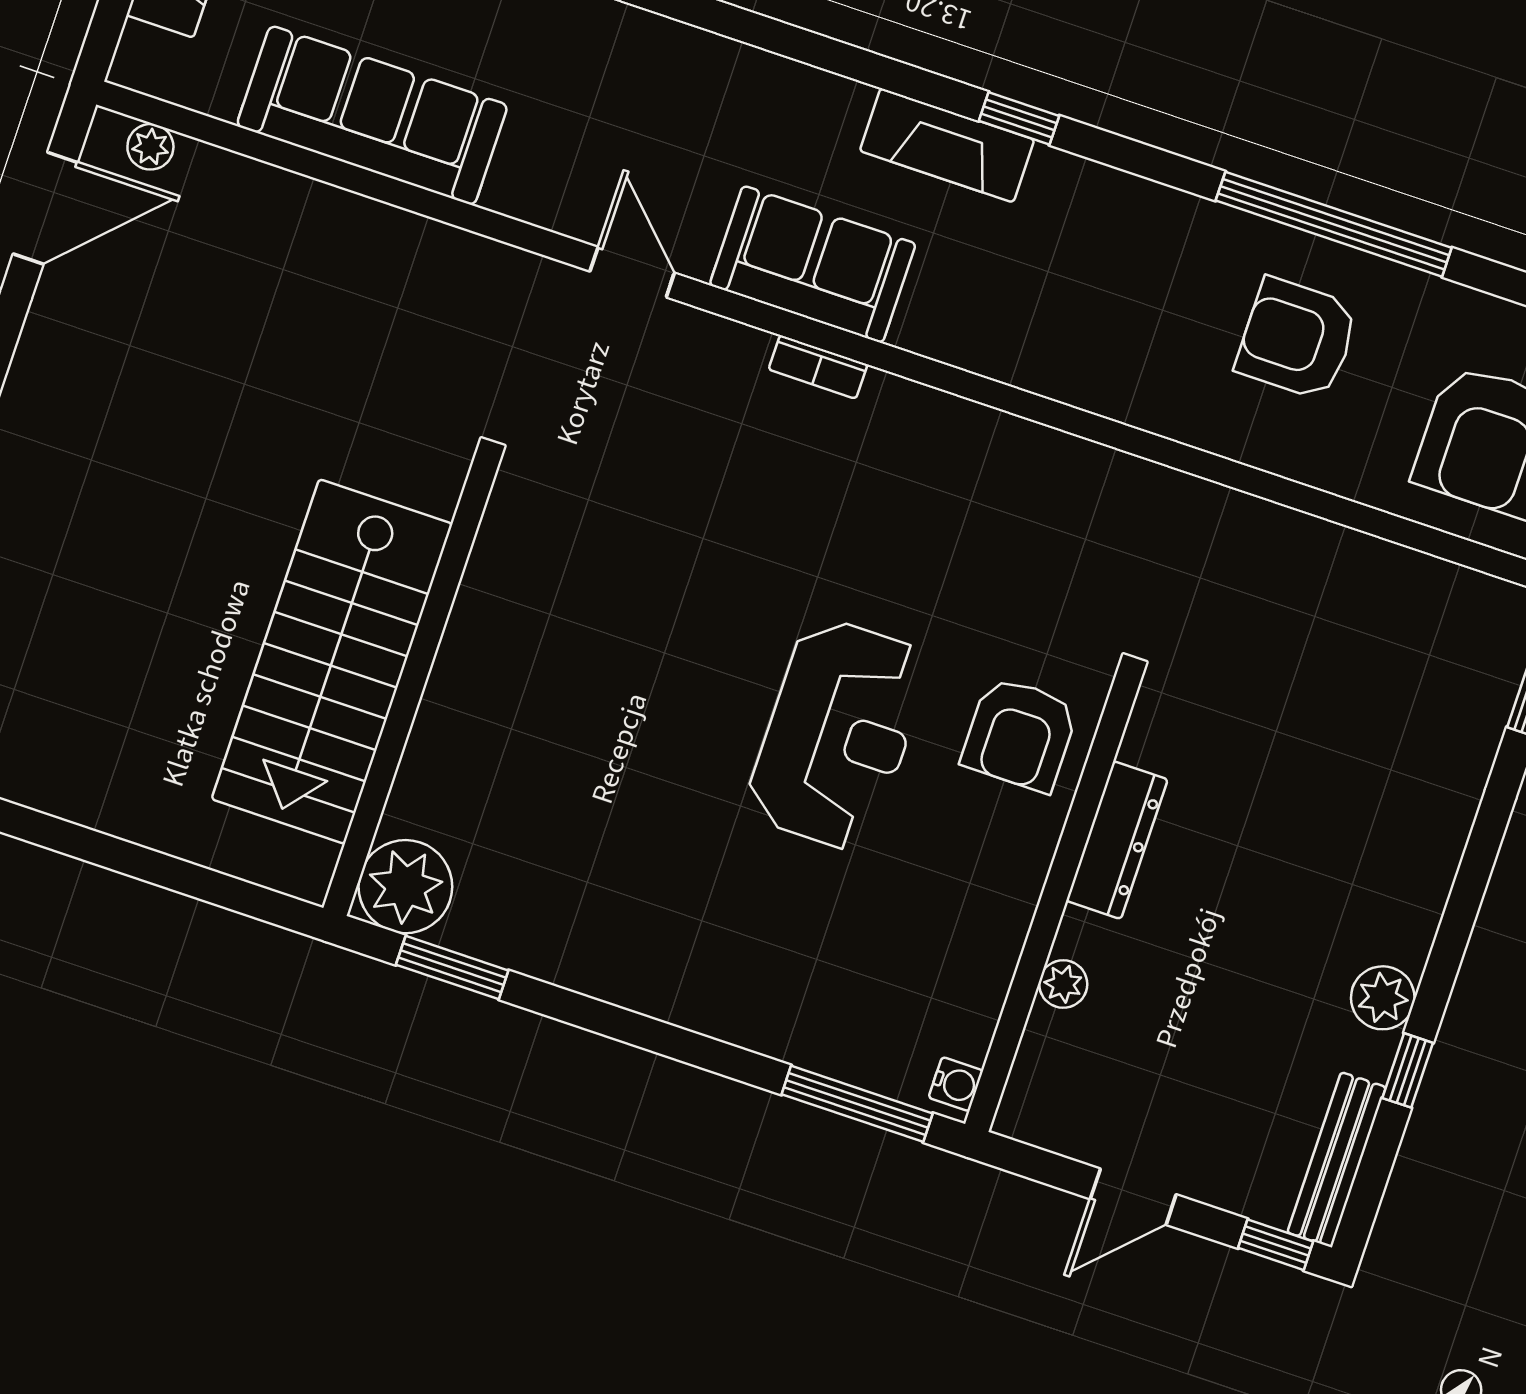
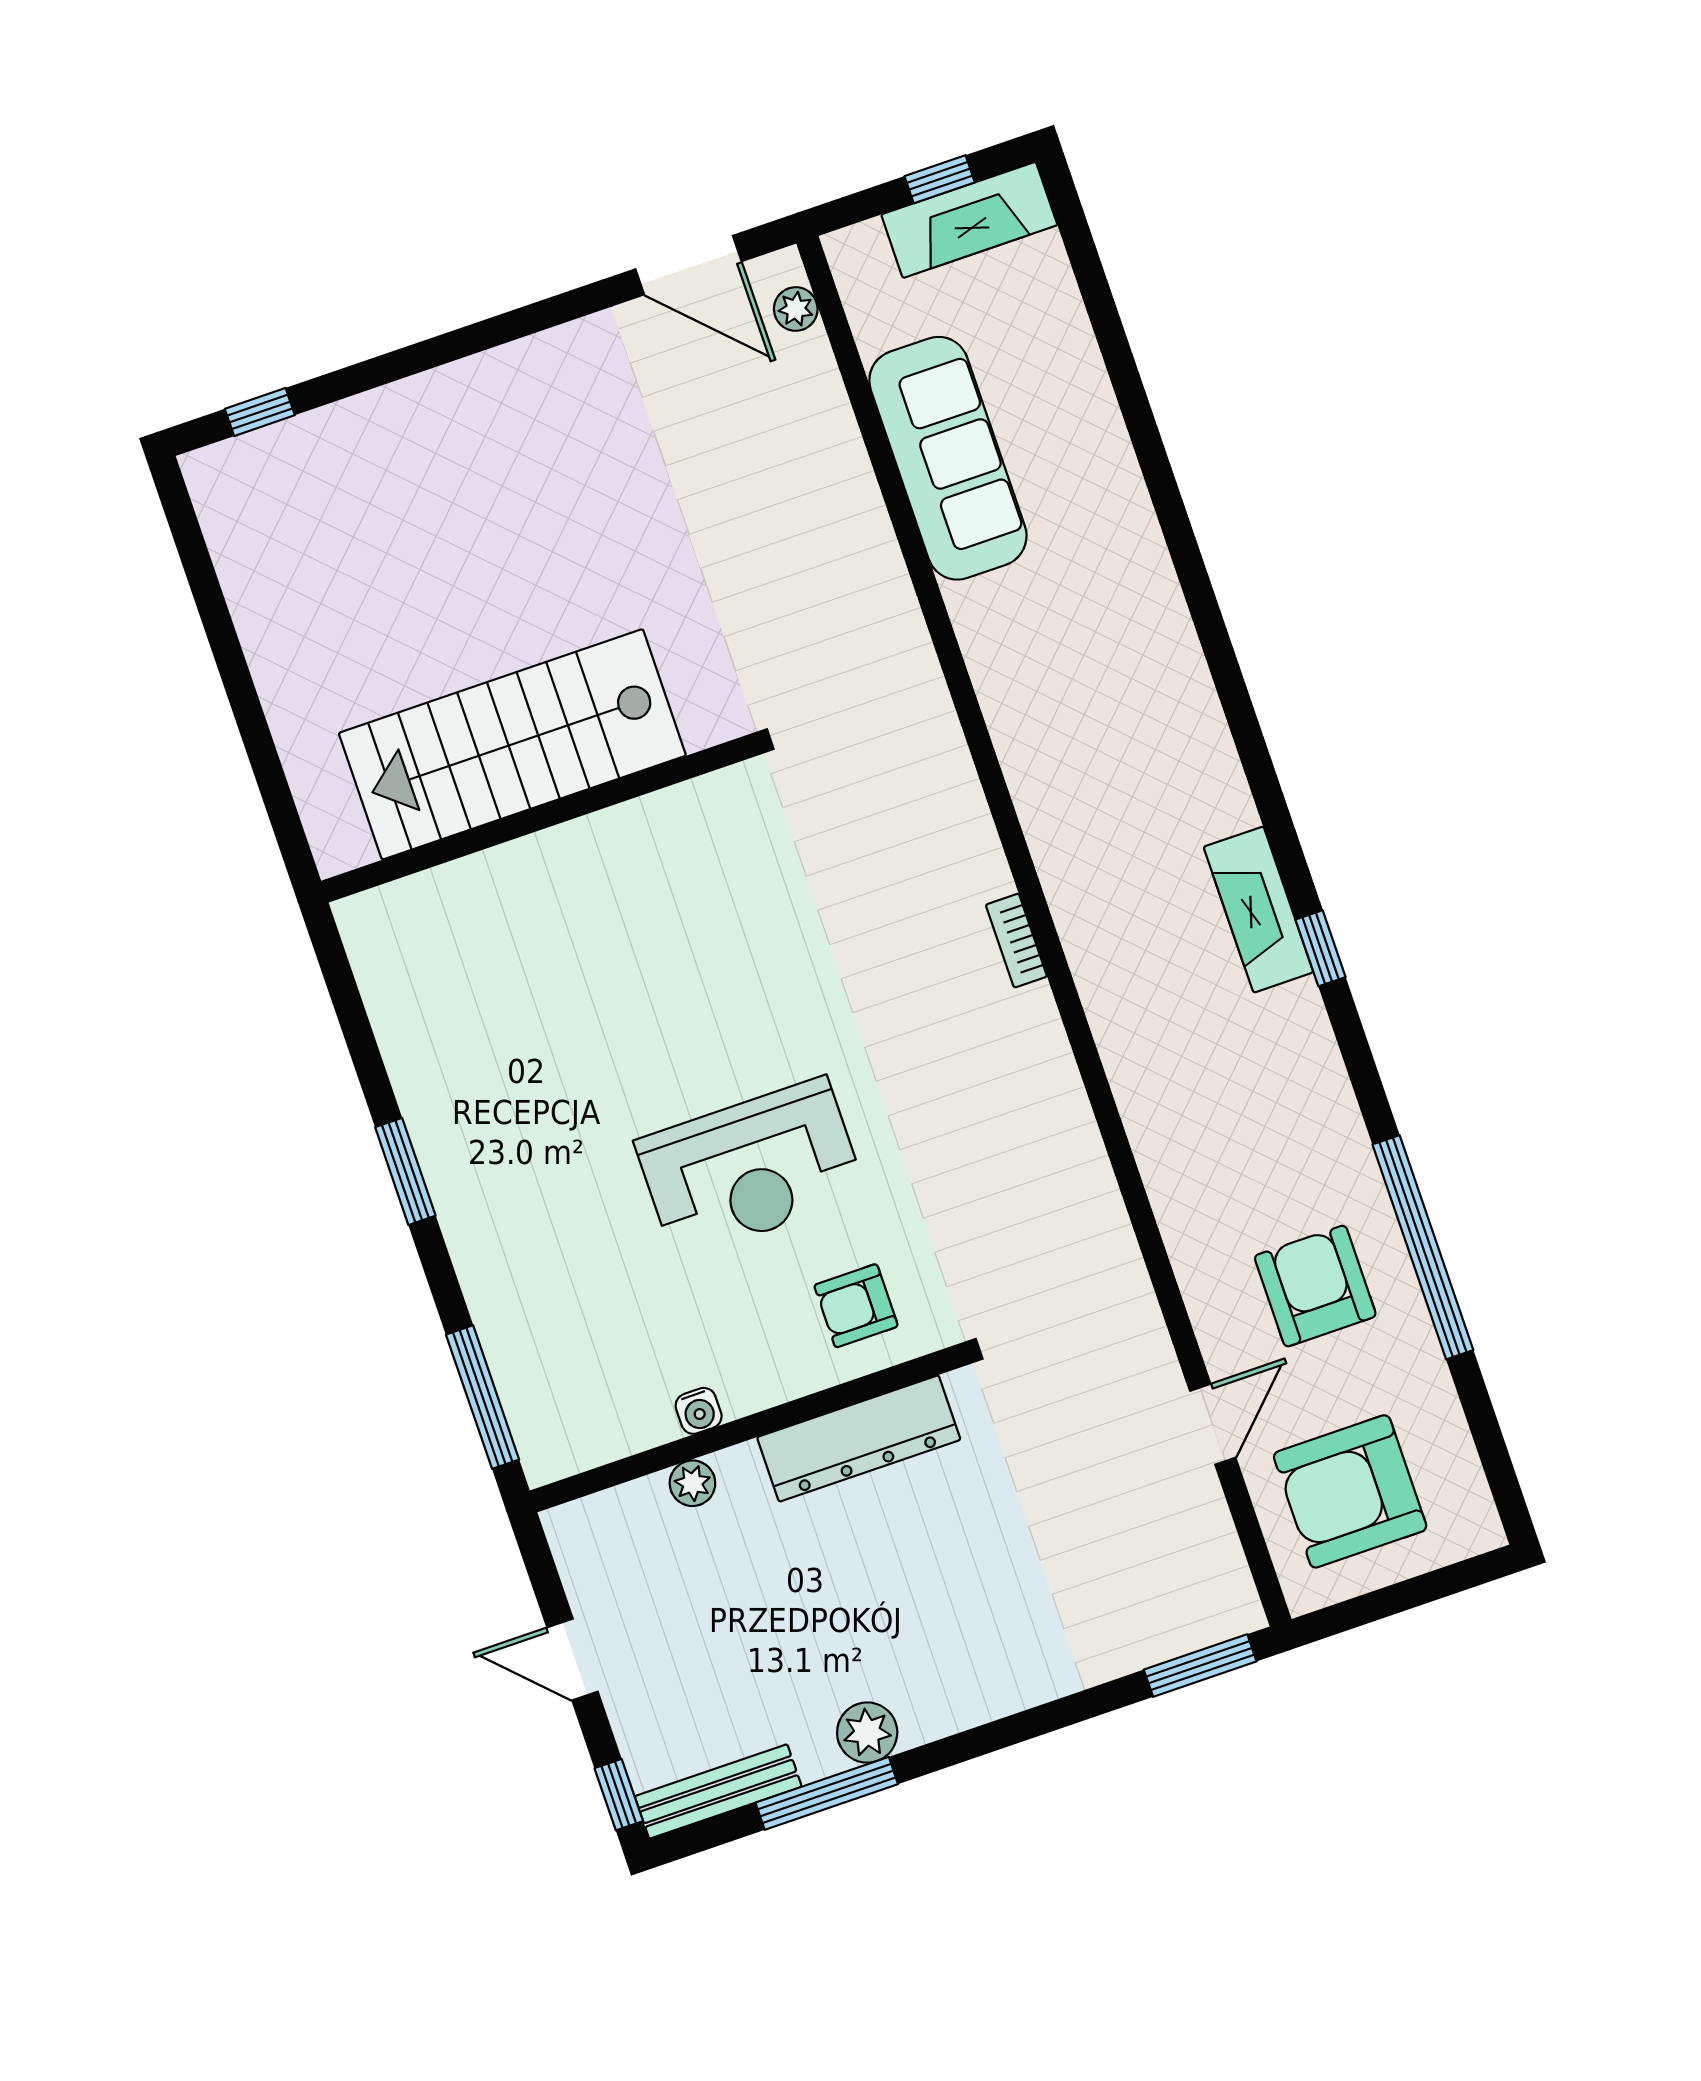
sofa: (813, 264) -> (1091, 877), removed
door: (632, 272) -> (1213, 1424), moved
armchair: (1020, 734) -> (856, 1306), width x0.72, depth x0.72
dresser: (1117, 840) -> (859, 1438), width x1.37, depth x1.24
plant: (405, 887) -> (385, 930), removed
window: (452, 968) -> (405, 1171), moved
window: (1408, 1070) -> (827, 1793), width x2.17
water cooler: (956, 1084) -> (699, 1411), moved

